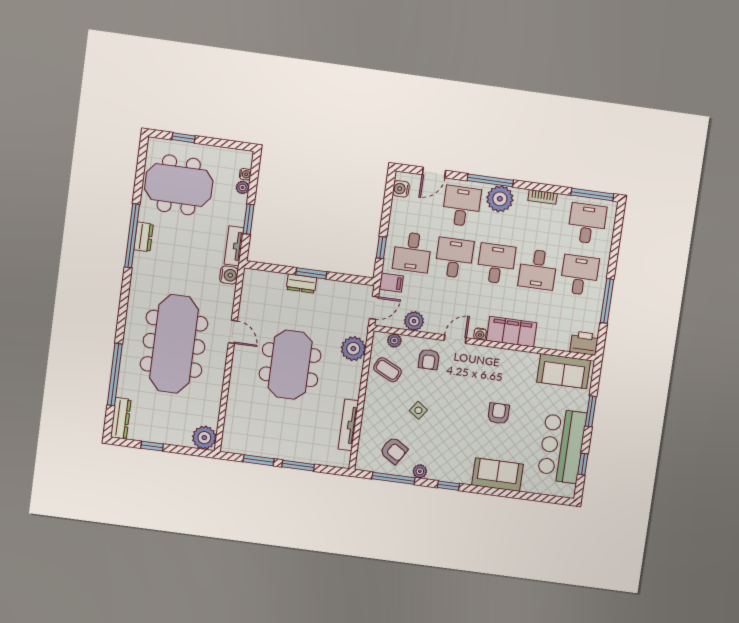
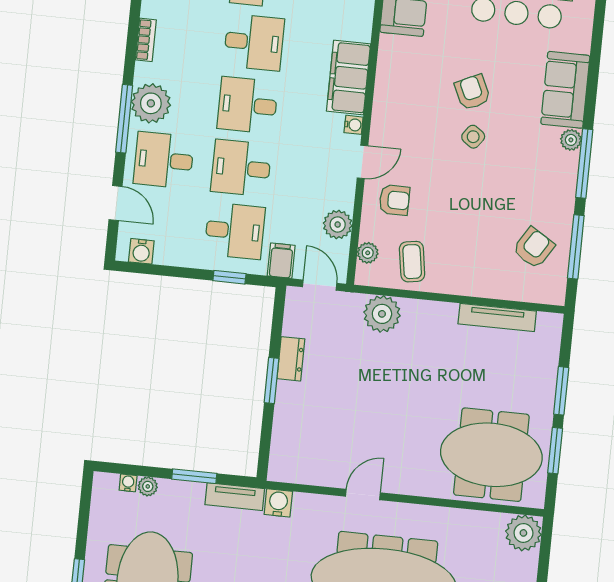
dresser: (301, 284) -> (291, 359), moved
door: (455, 339) -> (362, 162), swing flipped
meeting table: (290, 365) -> (491, 455), moved
coffee table: (388, 370) -> (412, 262), turned -35
side table: (418, 410) -> (473, 137), moved
armchair: (499, 413) -> (472, 92), turned 65
plant: (420, 471) -> (571, 140), moved
window: (448, 486) -> (584, 164), width x2.17

